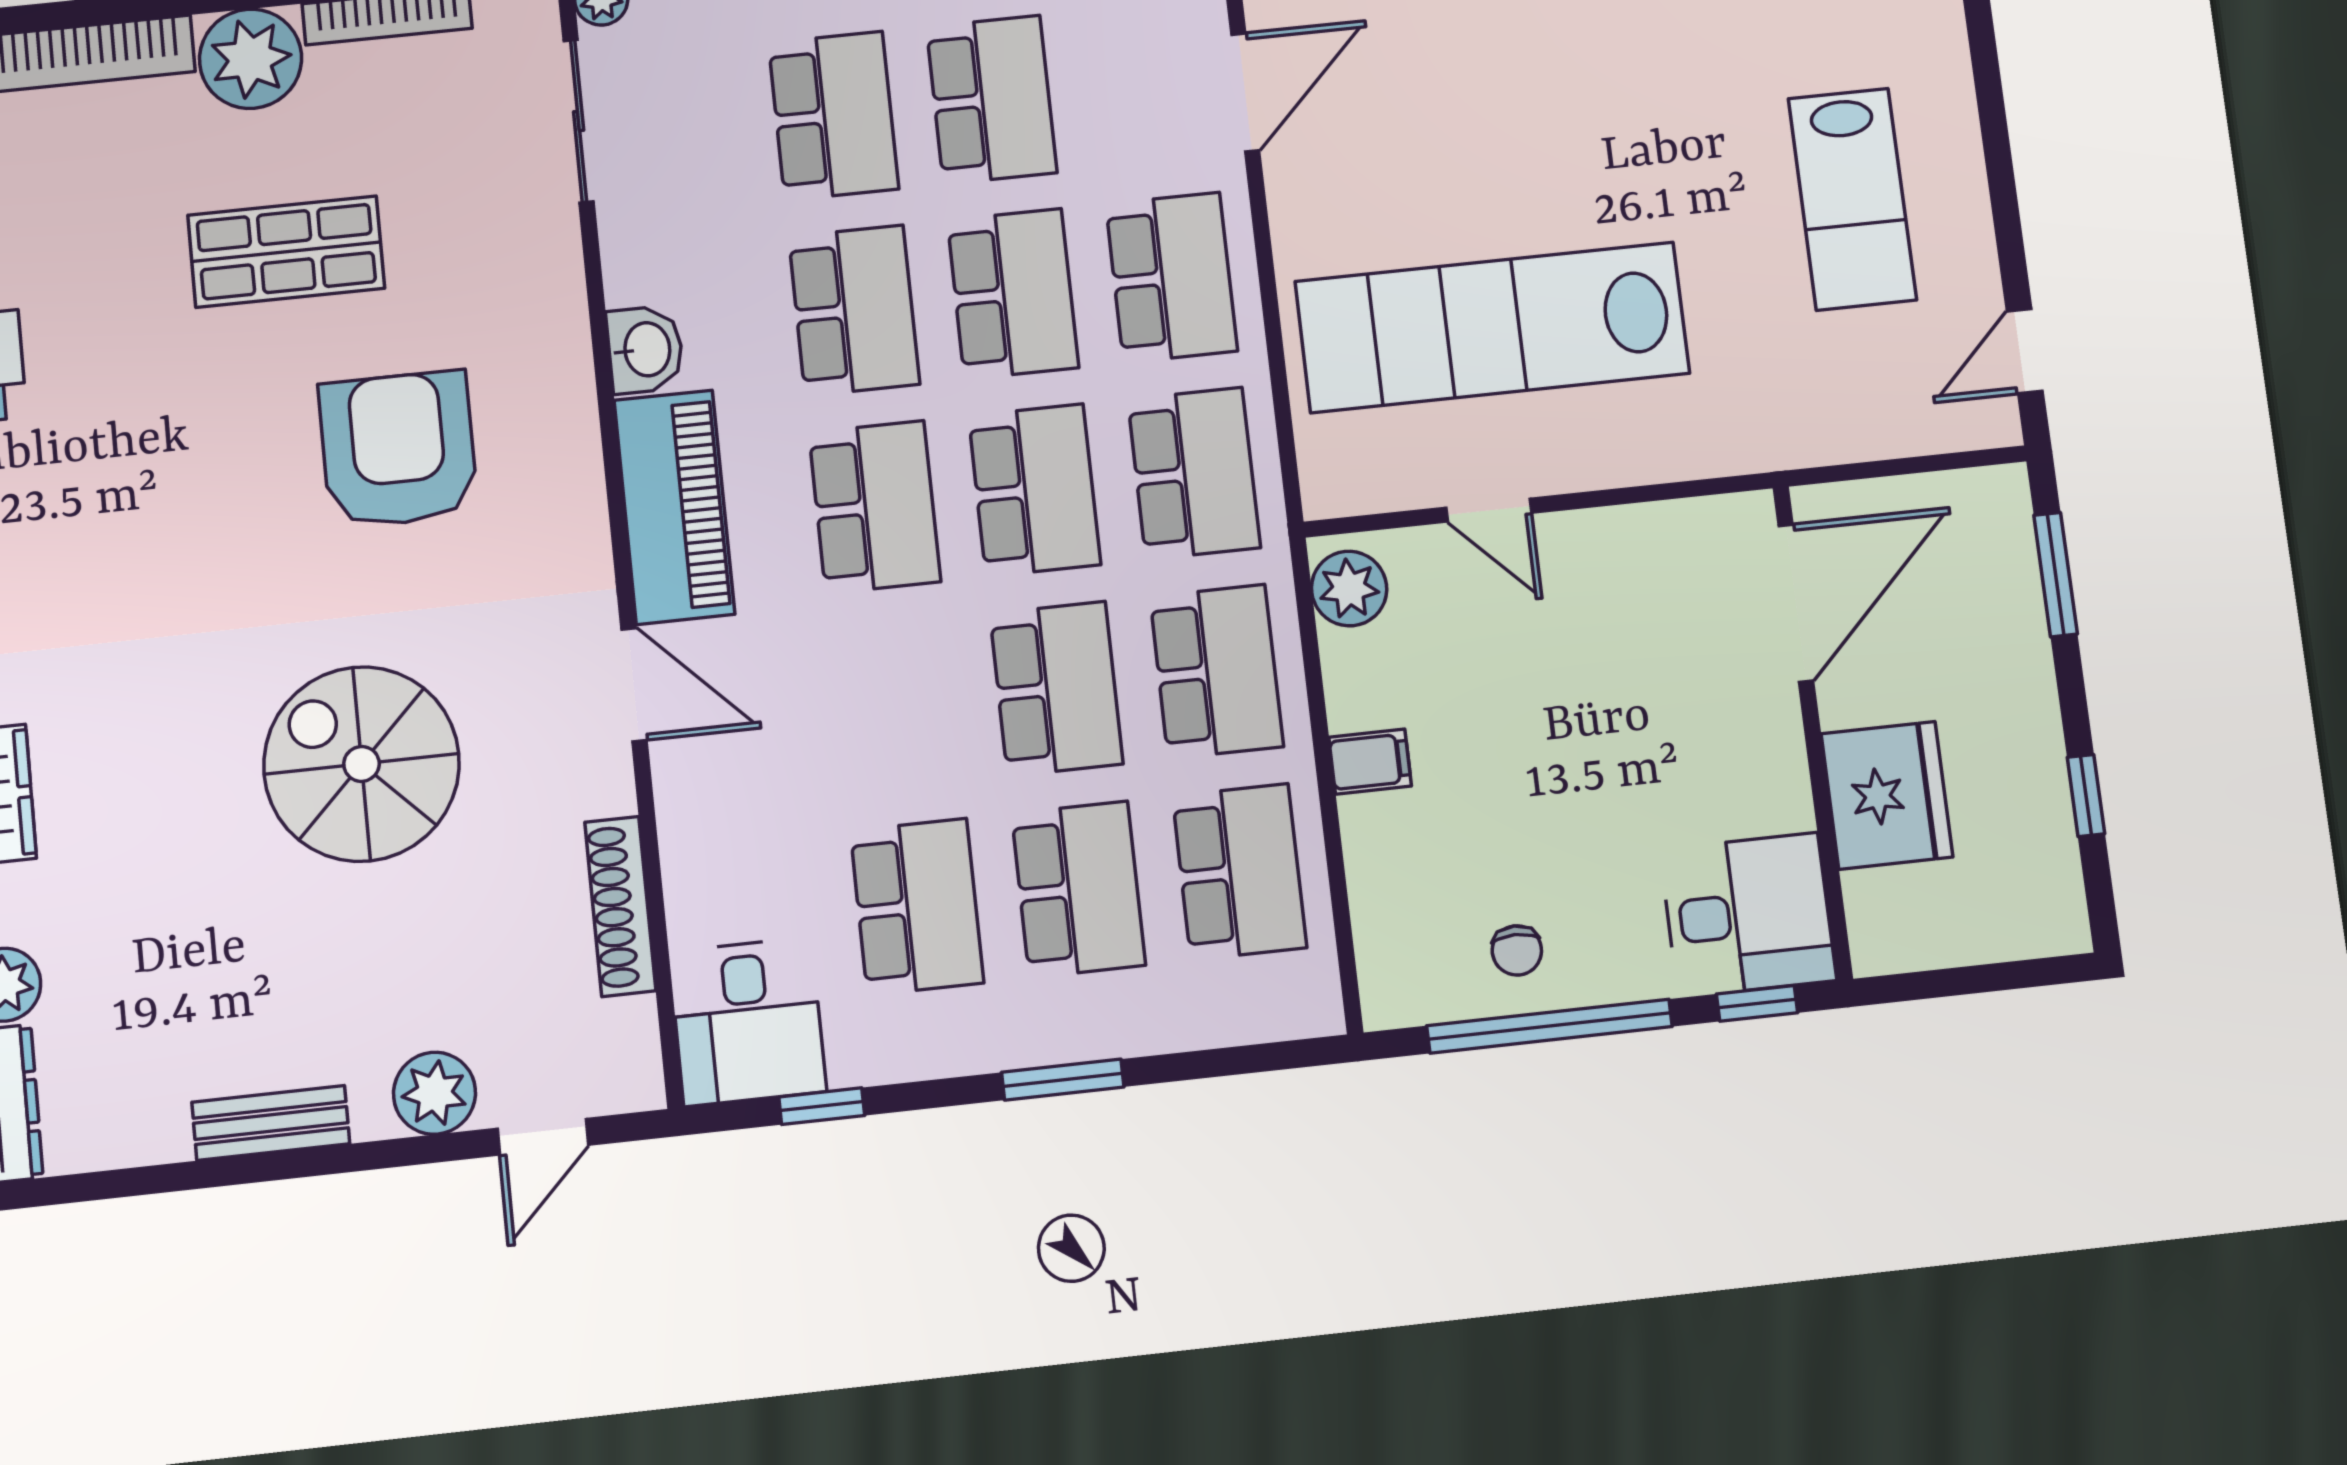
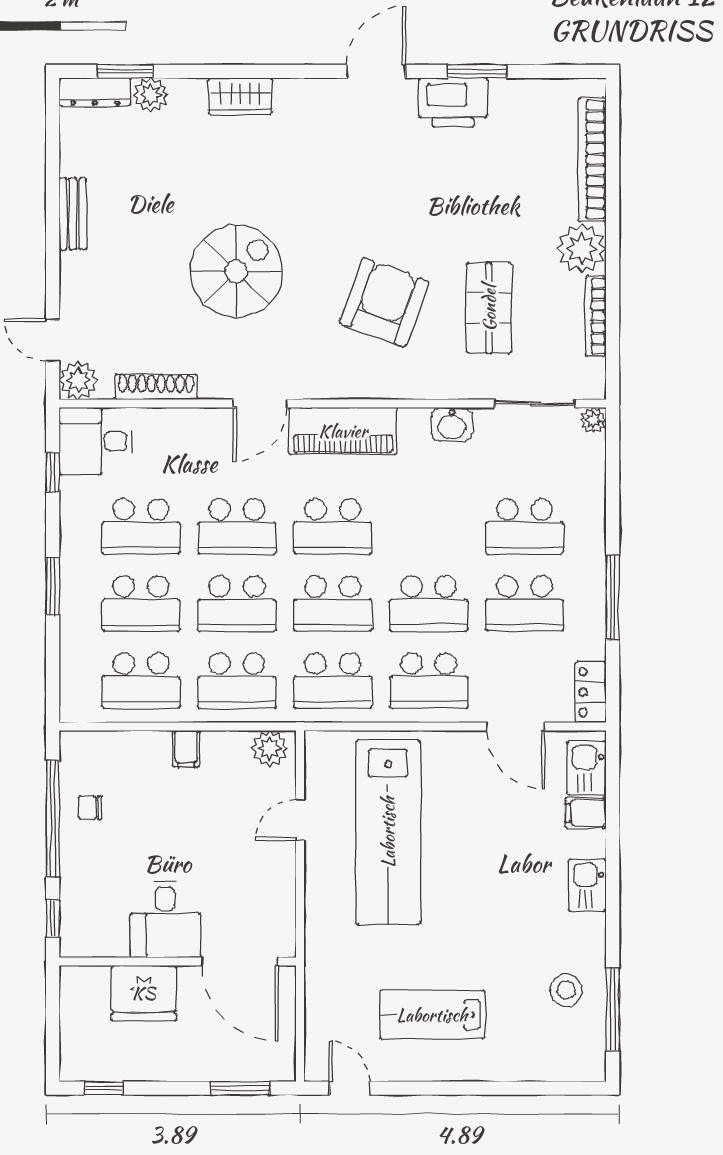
shop shelf: (286, 252) -> (489, 308), moved
school desk: (854, 310) -> (237, 526), moved
lab bench: (1492, 327) -> (388, 832), turned 180
washbasin: (645, 350) -> (452, 425), moved
armchair: (398, 449) -> (384, 302), turned -70
window: (2086, 796) -> (104, 1088), moved
desk: (1748, 915) -> (165, 919), moved
plant: (435, 1093) -> (78, 380), moved

